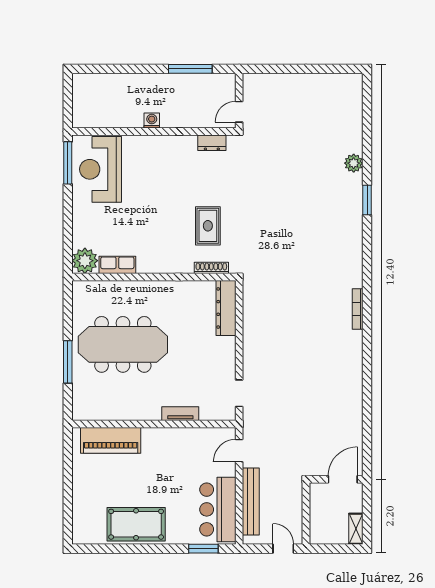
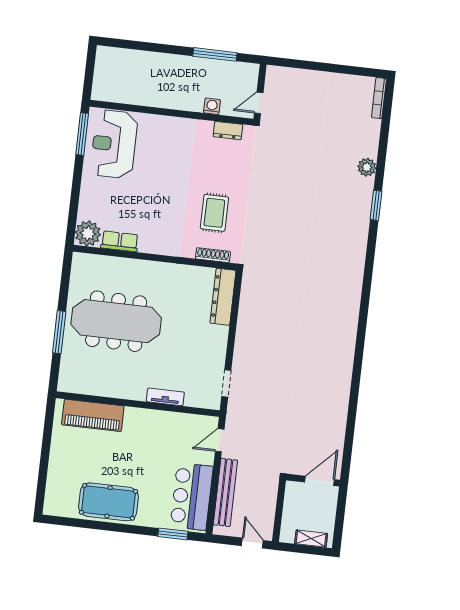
washing machine: (152, 121) -> (212, 106), moved
bookcase: (358, 309) -> (379, 98), moved
shelving: (356, 529) -> (311, 539), moved, turned 90

